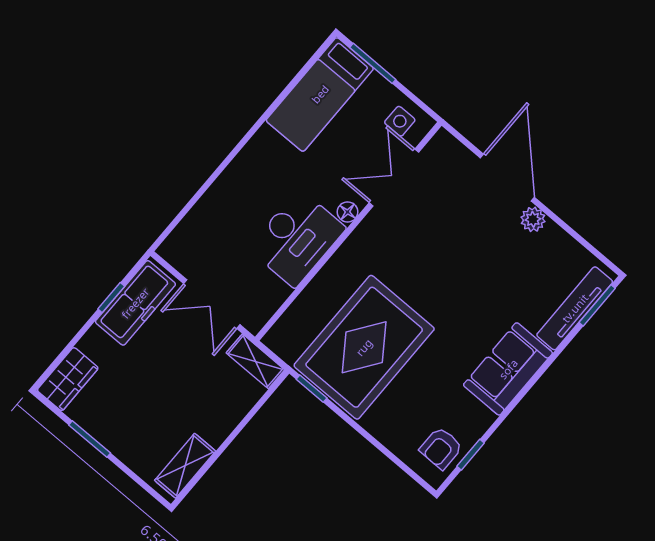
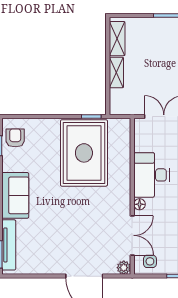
plant: (533, 219) -> (124, 268), moved
shelving: (255, 361) -> (116, 73), moved, turned 90

